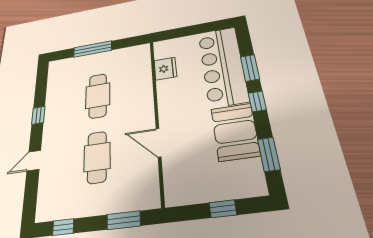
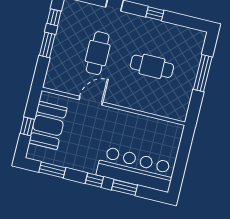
fridge: (165, 69) -> (153, 126), removed
booth: (235, 132) -> (48, 125), moved, turned 90
cafe table: (97, 157) -> (98, 53), turned 90
window: (124, 220) -> (47, 45), moved

